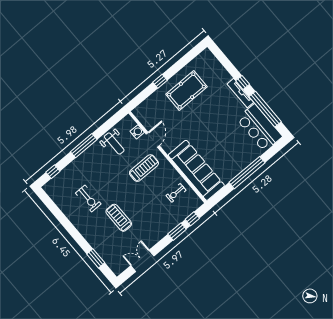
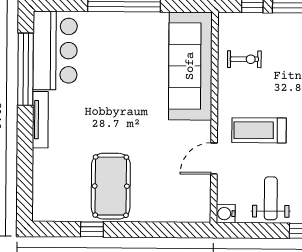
window: (160, 81) -> (92, 229), moved
window: (243, 82) -> (25, 132), removed
pool table: (186, 91) -> (111, 186), turned 90
water cooler: (137, 132) -> (226, 214), moved

